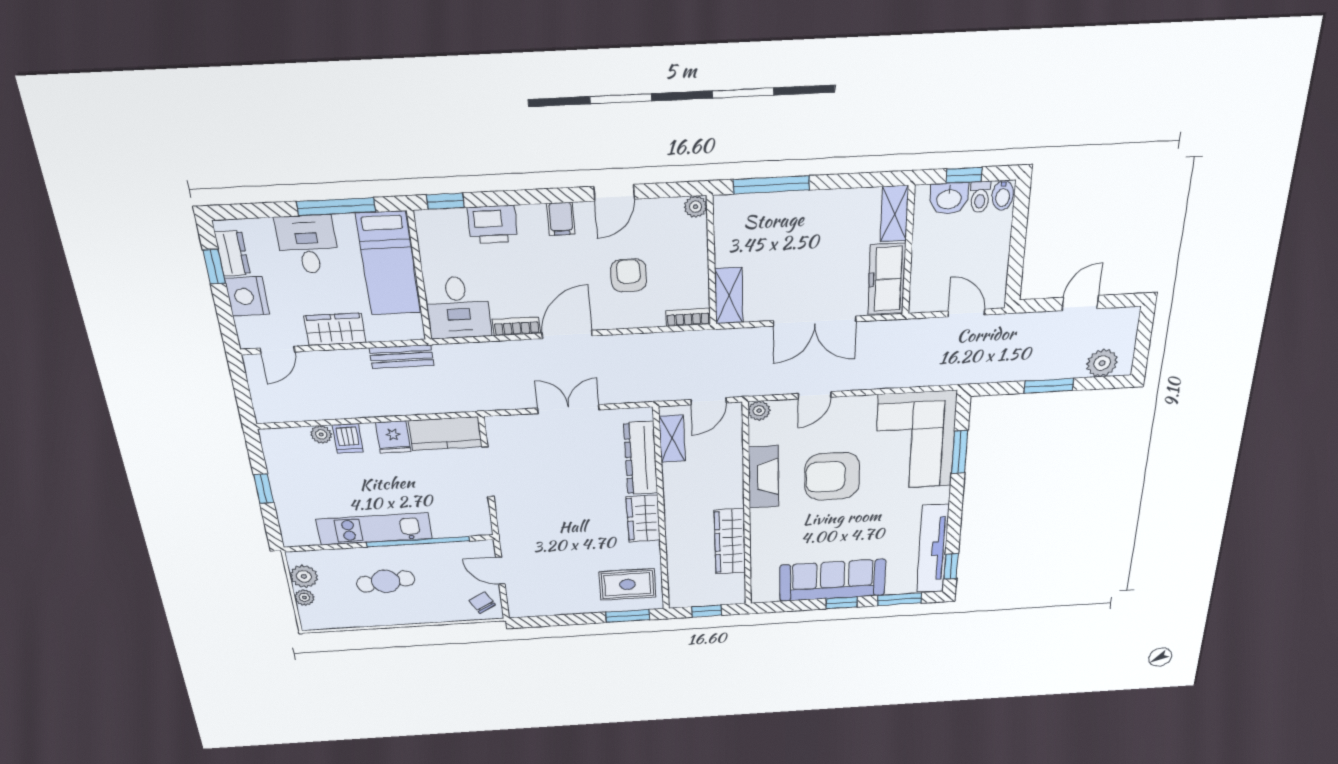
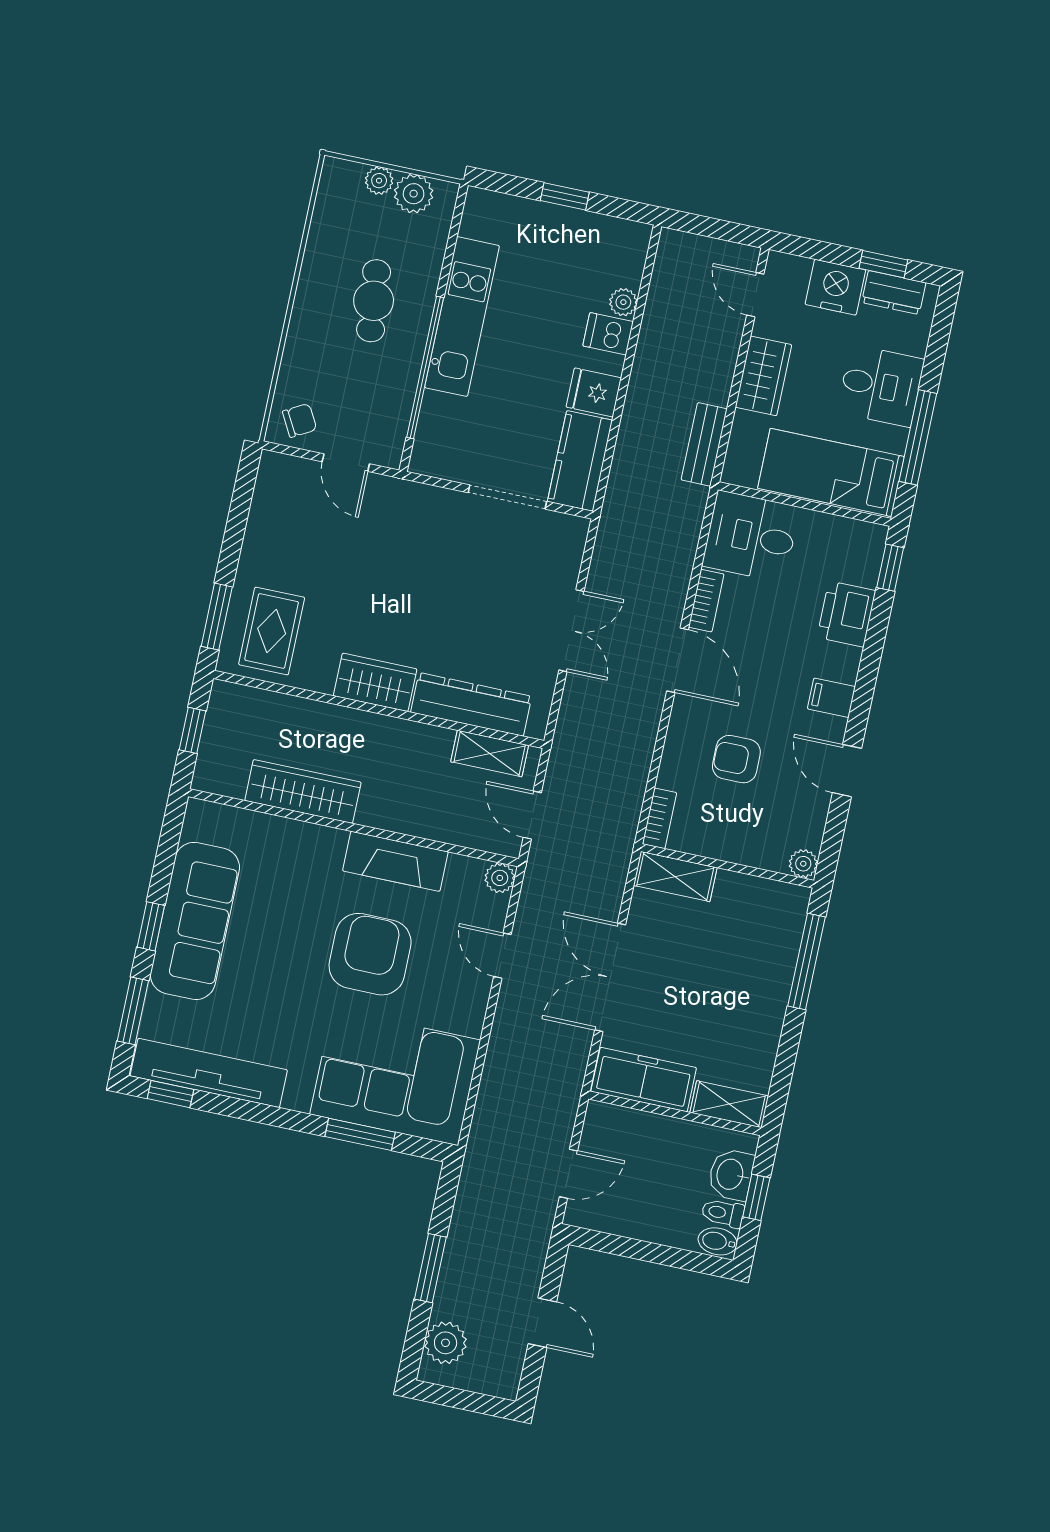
armchair: (629, 275) -> (736, 759), turned 180
door: (500, 571) -> (346, 463), swing flipped

